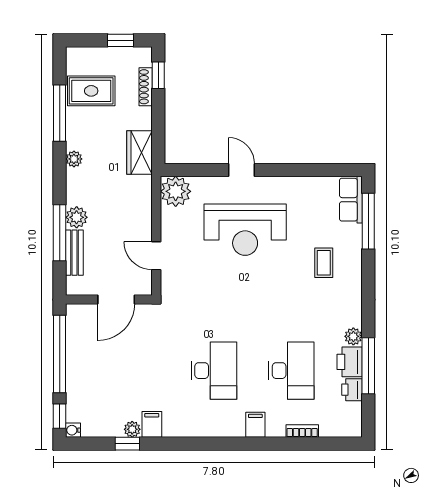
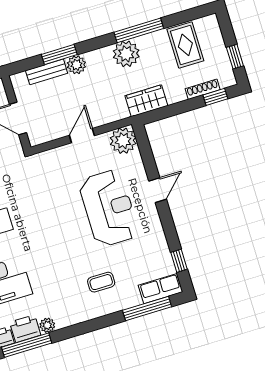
window: (60, 113) -> (139, 30), moved
plant: (74, 159) -> (126, 54), width x1.88, depth x1.88
window: (326, 170) -> (179, 261), added
reception desk: (245, 230) -> (109, 208), turned 180
window: (60, 233) -> (59, 55), width x0.69
door: (156, 256) -> (82, 136), moved

